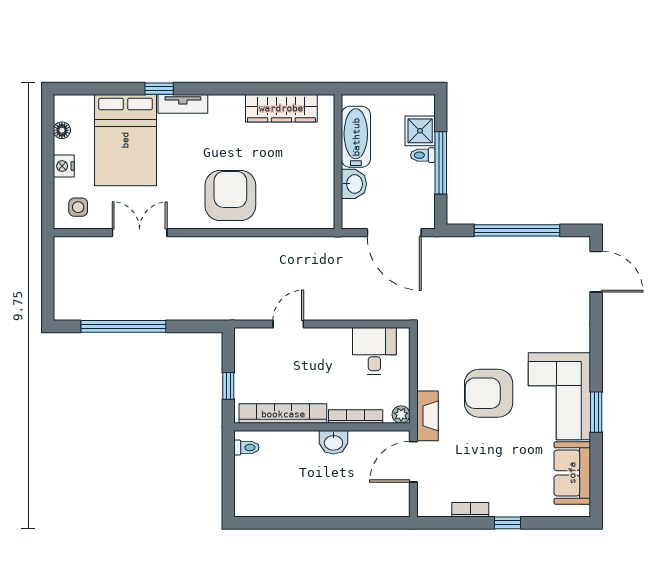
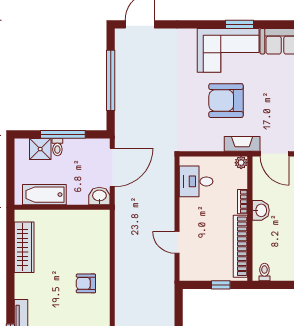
washbasin: (354, 184) -> (99, 196), moved
armchair: (230, 196) -> (86, 283), width x0.53, depth x0.53
armchair: (489, 393) -> (226, 101), turned 90
bookcase: (356, 417) -> (242, 202), width x0.64

